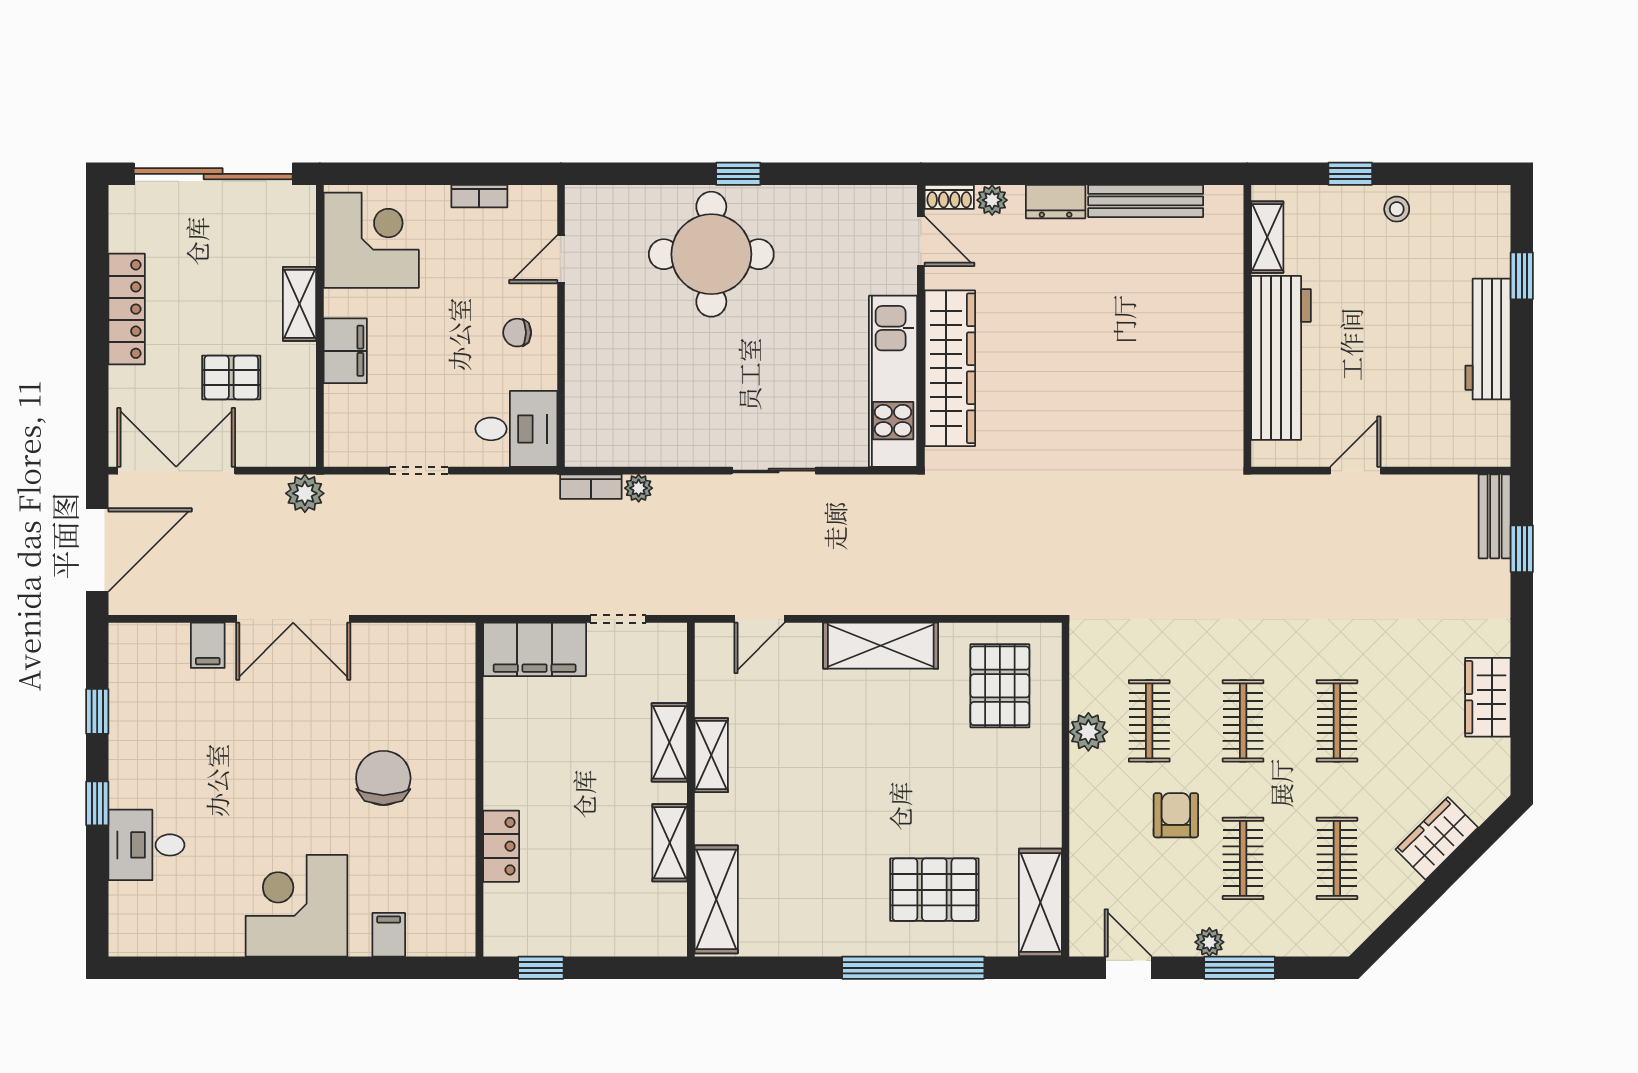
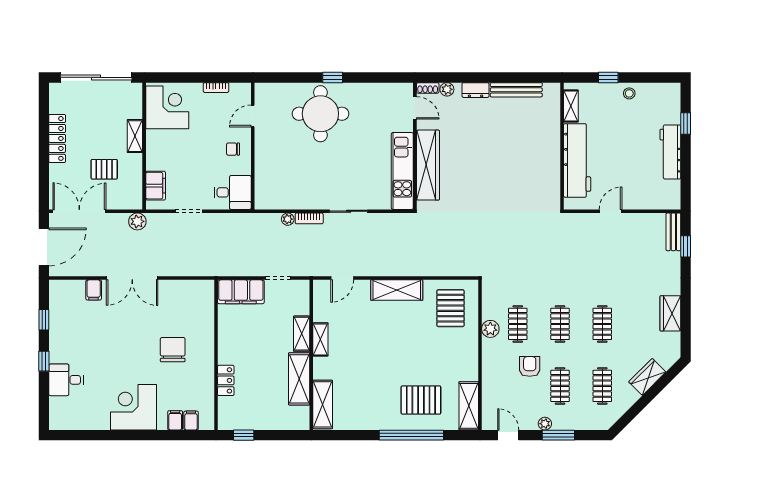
filing cabinet: (345, 351) -> (156, 186), moved
bookcase: (591, 487) -> (309, 218), moved
shelving: (670, 843) -> (299, 379), width x1.50, depth x1.33
filing cabinet: (424, 935) -> (191, 421), added

